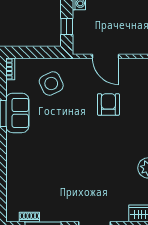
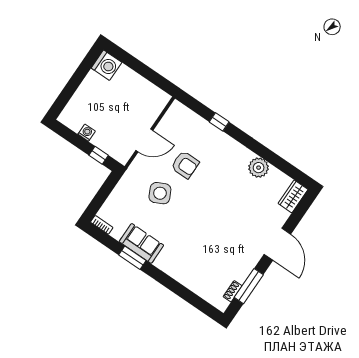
side table: (51, 83) -> (160, 193), moved
armchair: (108, 104) -> (185, 165), turned 180

